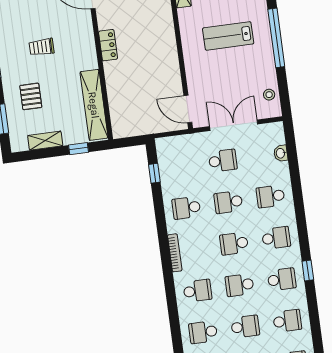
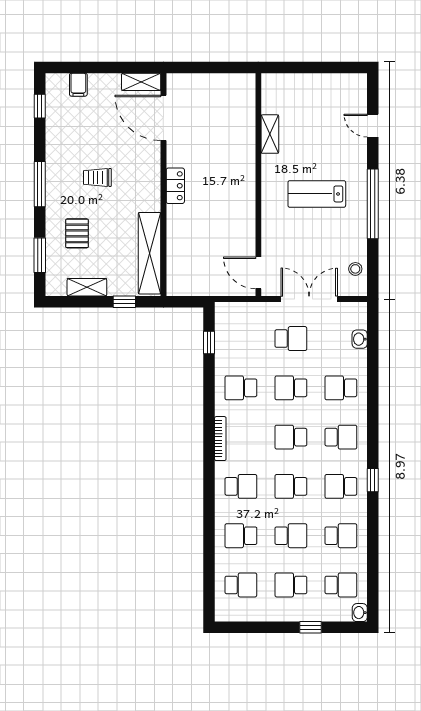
school desk: (282, 279) -> (341, 486), turned 180

